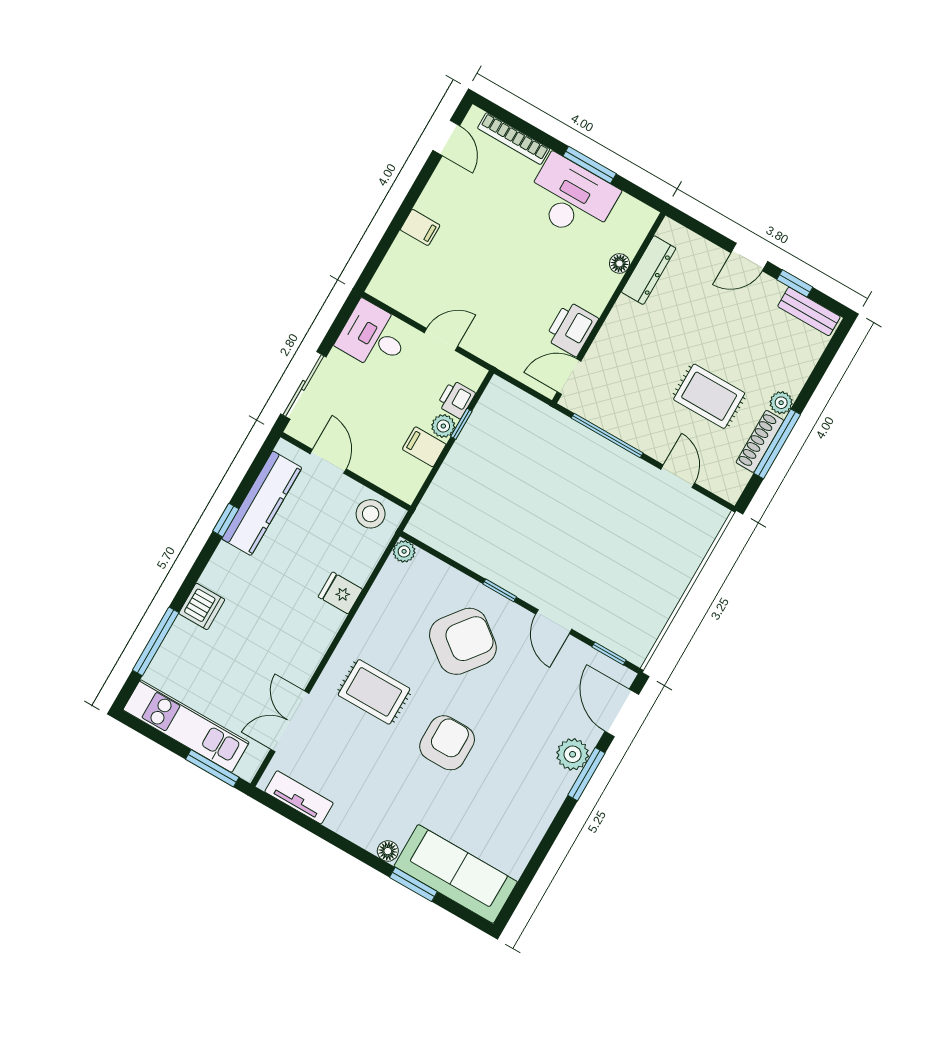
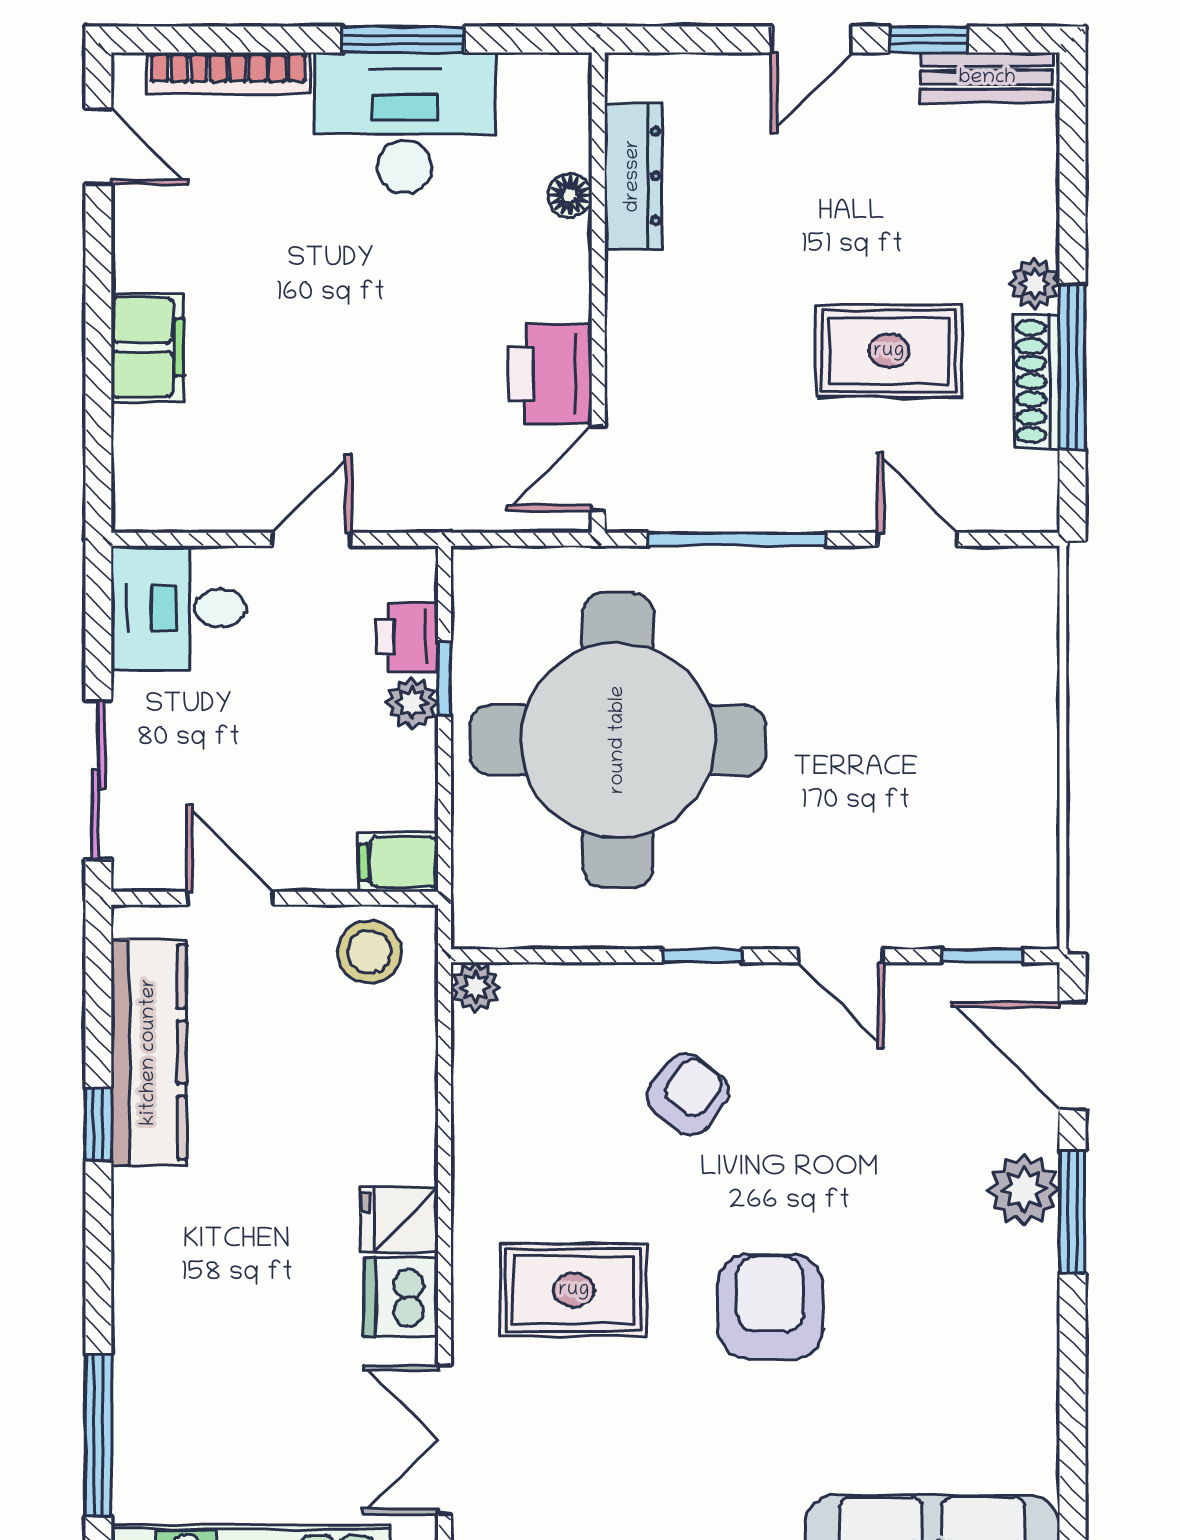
filing cabinet: (420, 227) -> (147, 347), width x2.00
filing cabinet: (424, 447) -> (398, 862), moved
round table: (515, 487) -> (618, 740), added
fridge: (340, 593) -> (399, 1220), moved
dishwasher: (202, 606) -> (401, 1297), moved, turned 180
armchair: (463, 641) -> (688, 1094), width x0.53, depth x0.53

